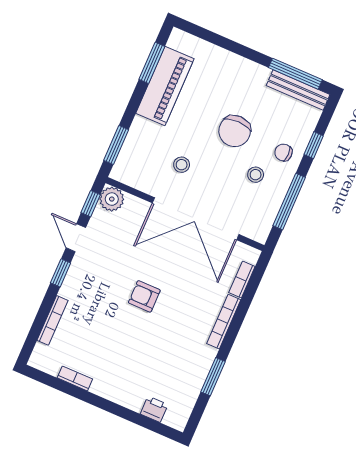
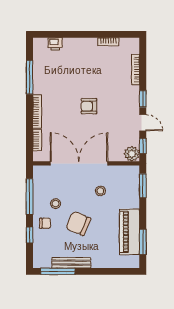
bench: (298, 90) -> (71, 263), moved
chair: (235, 131) -> (78, 223), turned -67
armchair: (144, 296) -> (89, 106), turned 180
window: (213, 377) -> (30, 77), width x1.44

